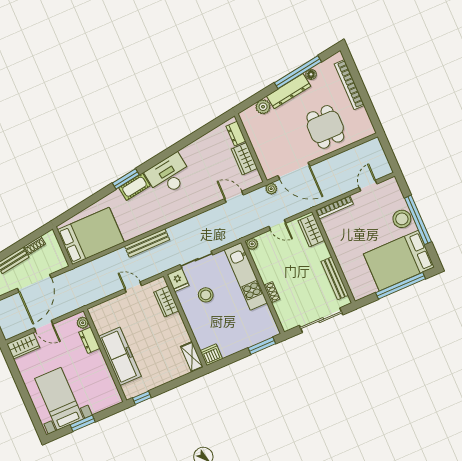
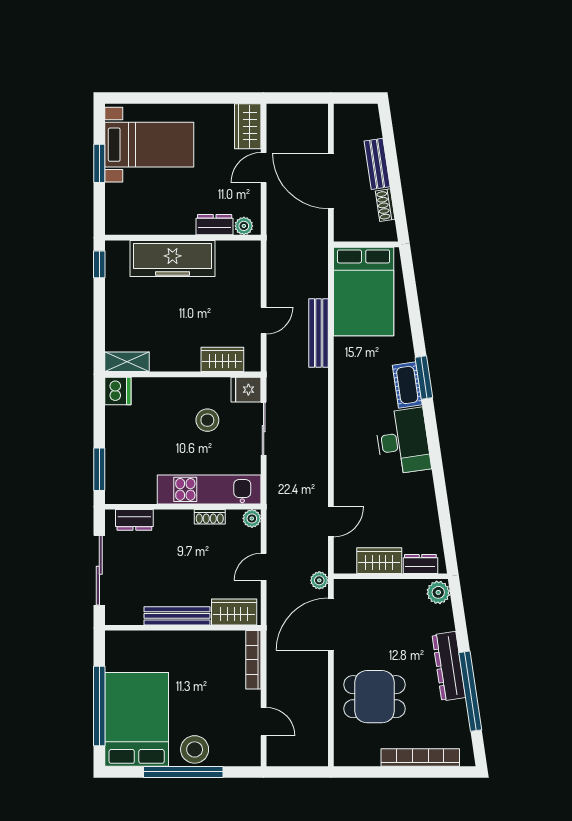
floor lamp: (311, 74) -> (459, 709), removed
plant: (263, 107) -> (438, 592), moved
bench: (147, 243) -> (319, 333), moved
bench: (335, 278) -> (177, 616), moved
shoe rack: (272, 292) -> (210, 517), moved
dresser: (283, 312) -> (134, 520), added

